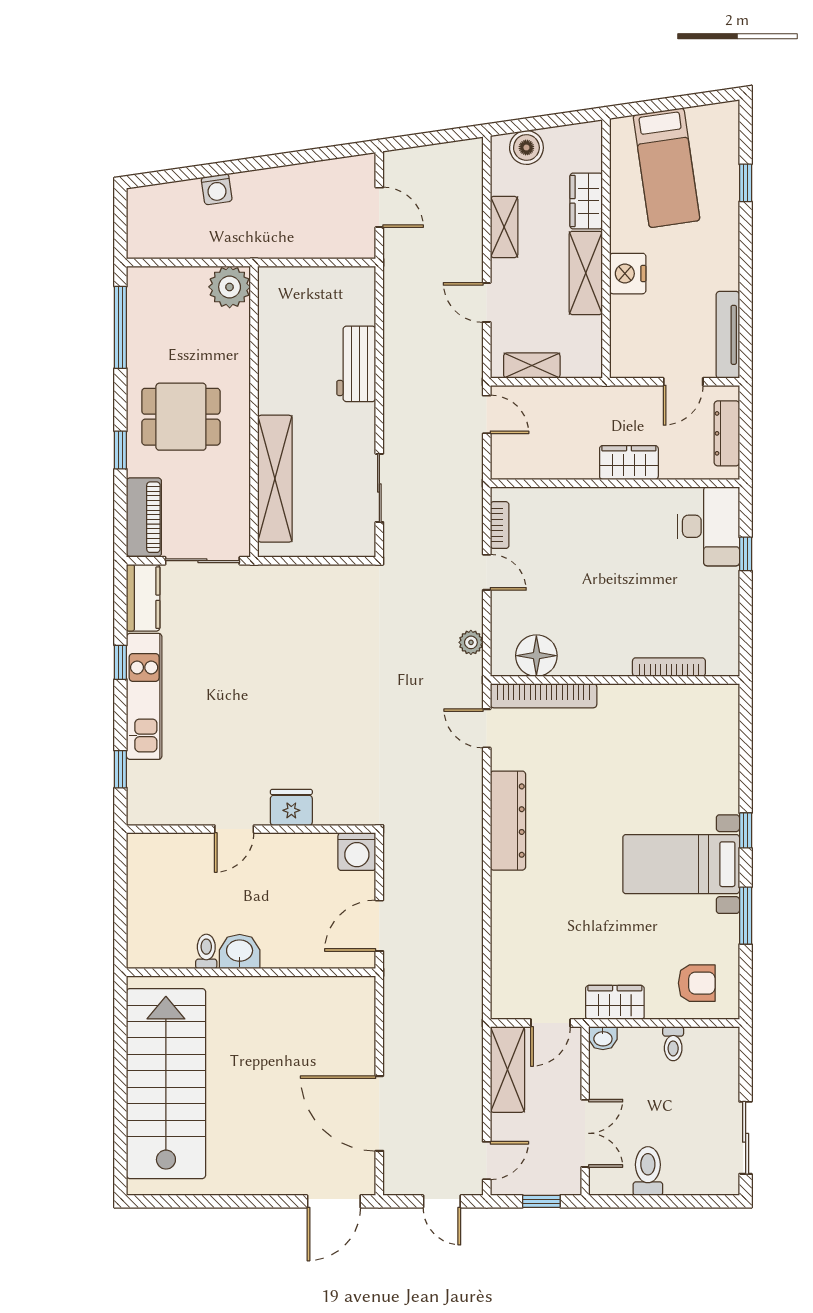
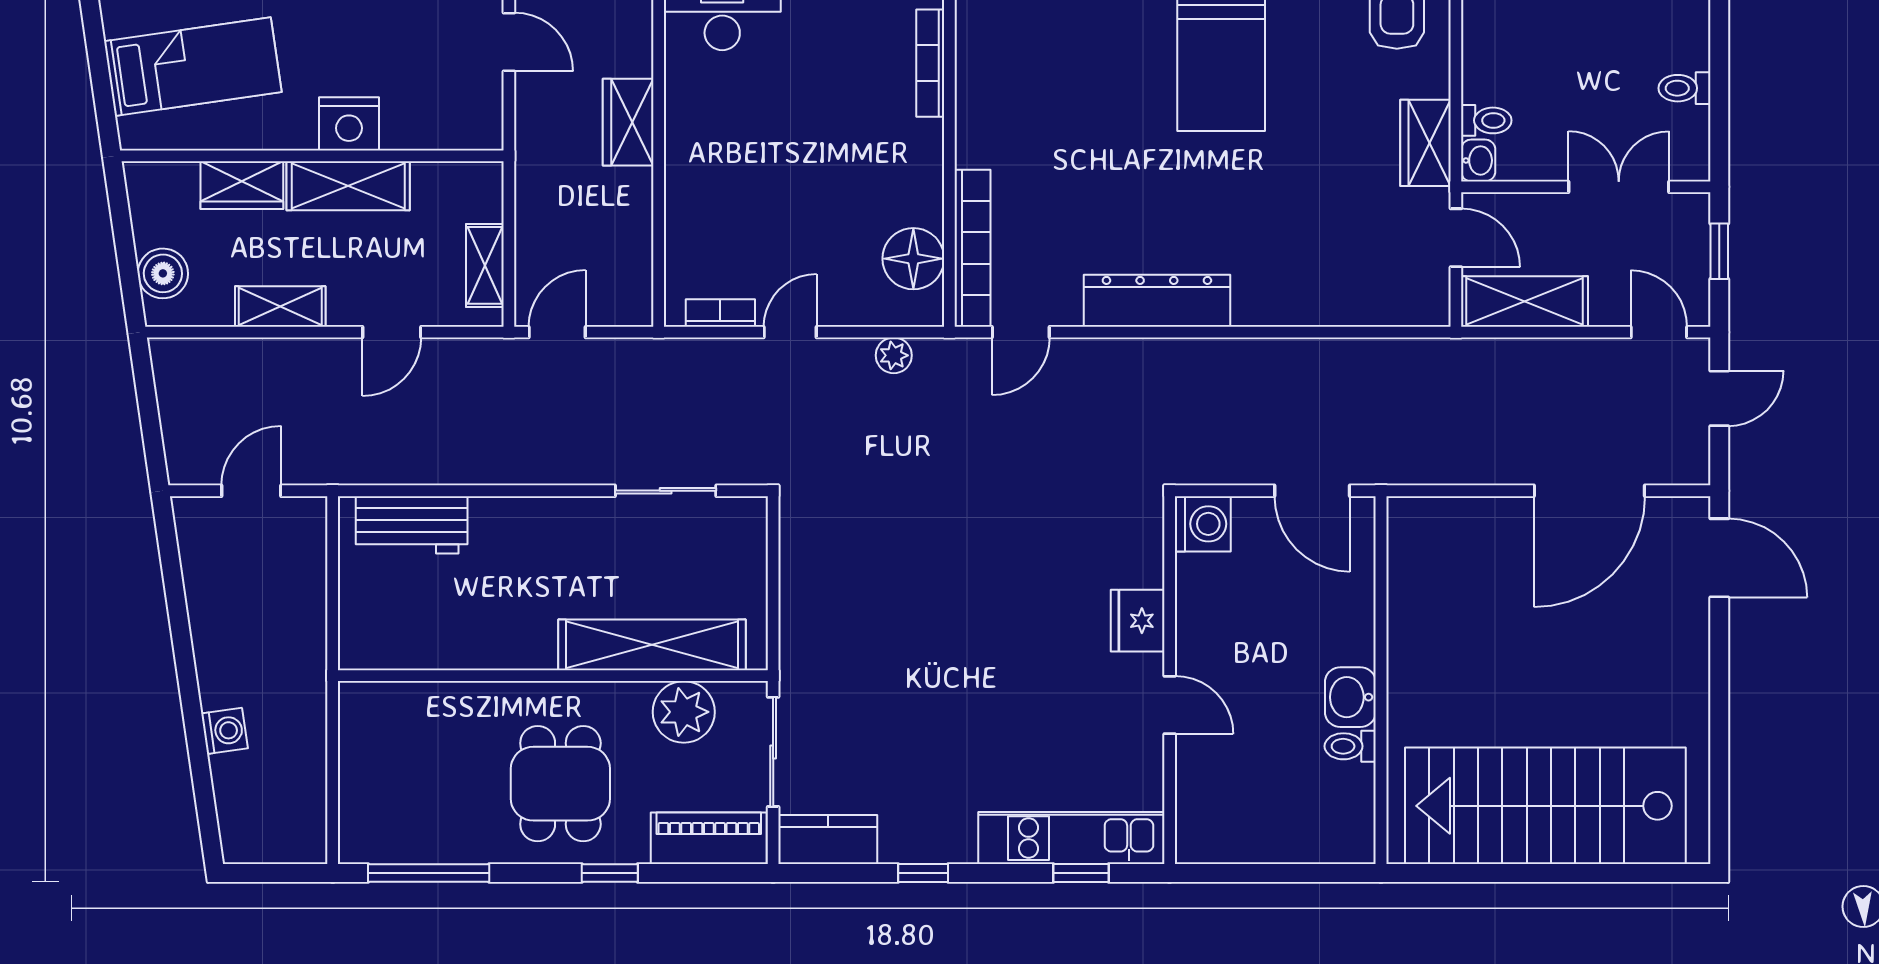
plant: (230, 287) -> (684, 712), moved
workbench: (356, 364) -> (412, 525), moved
kitchen unit: (144, 696) -> (1071, 838), moved
toilet: (673, 1044) -> (1486, 120), moved
toilet: (648, 1171) -> (1684, 88), width x0.73, depth x0.72

